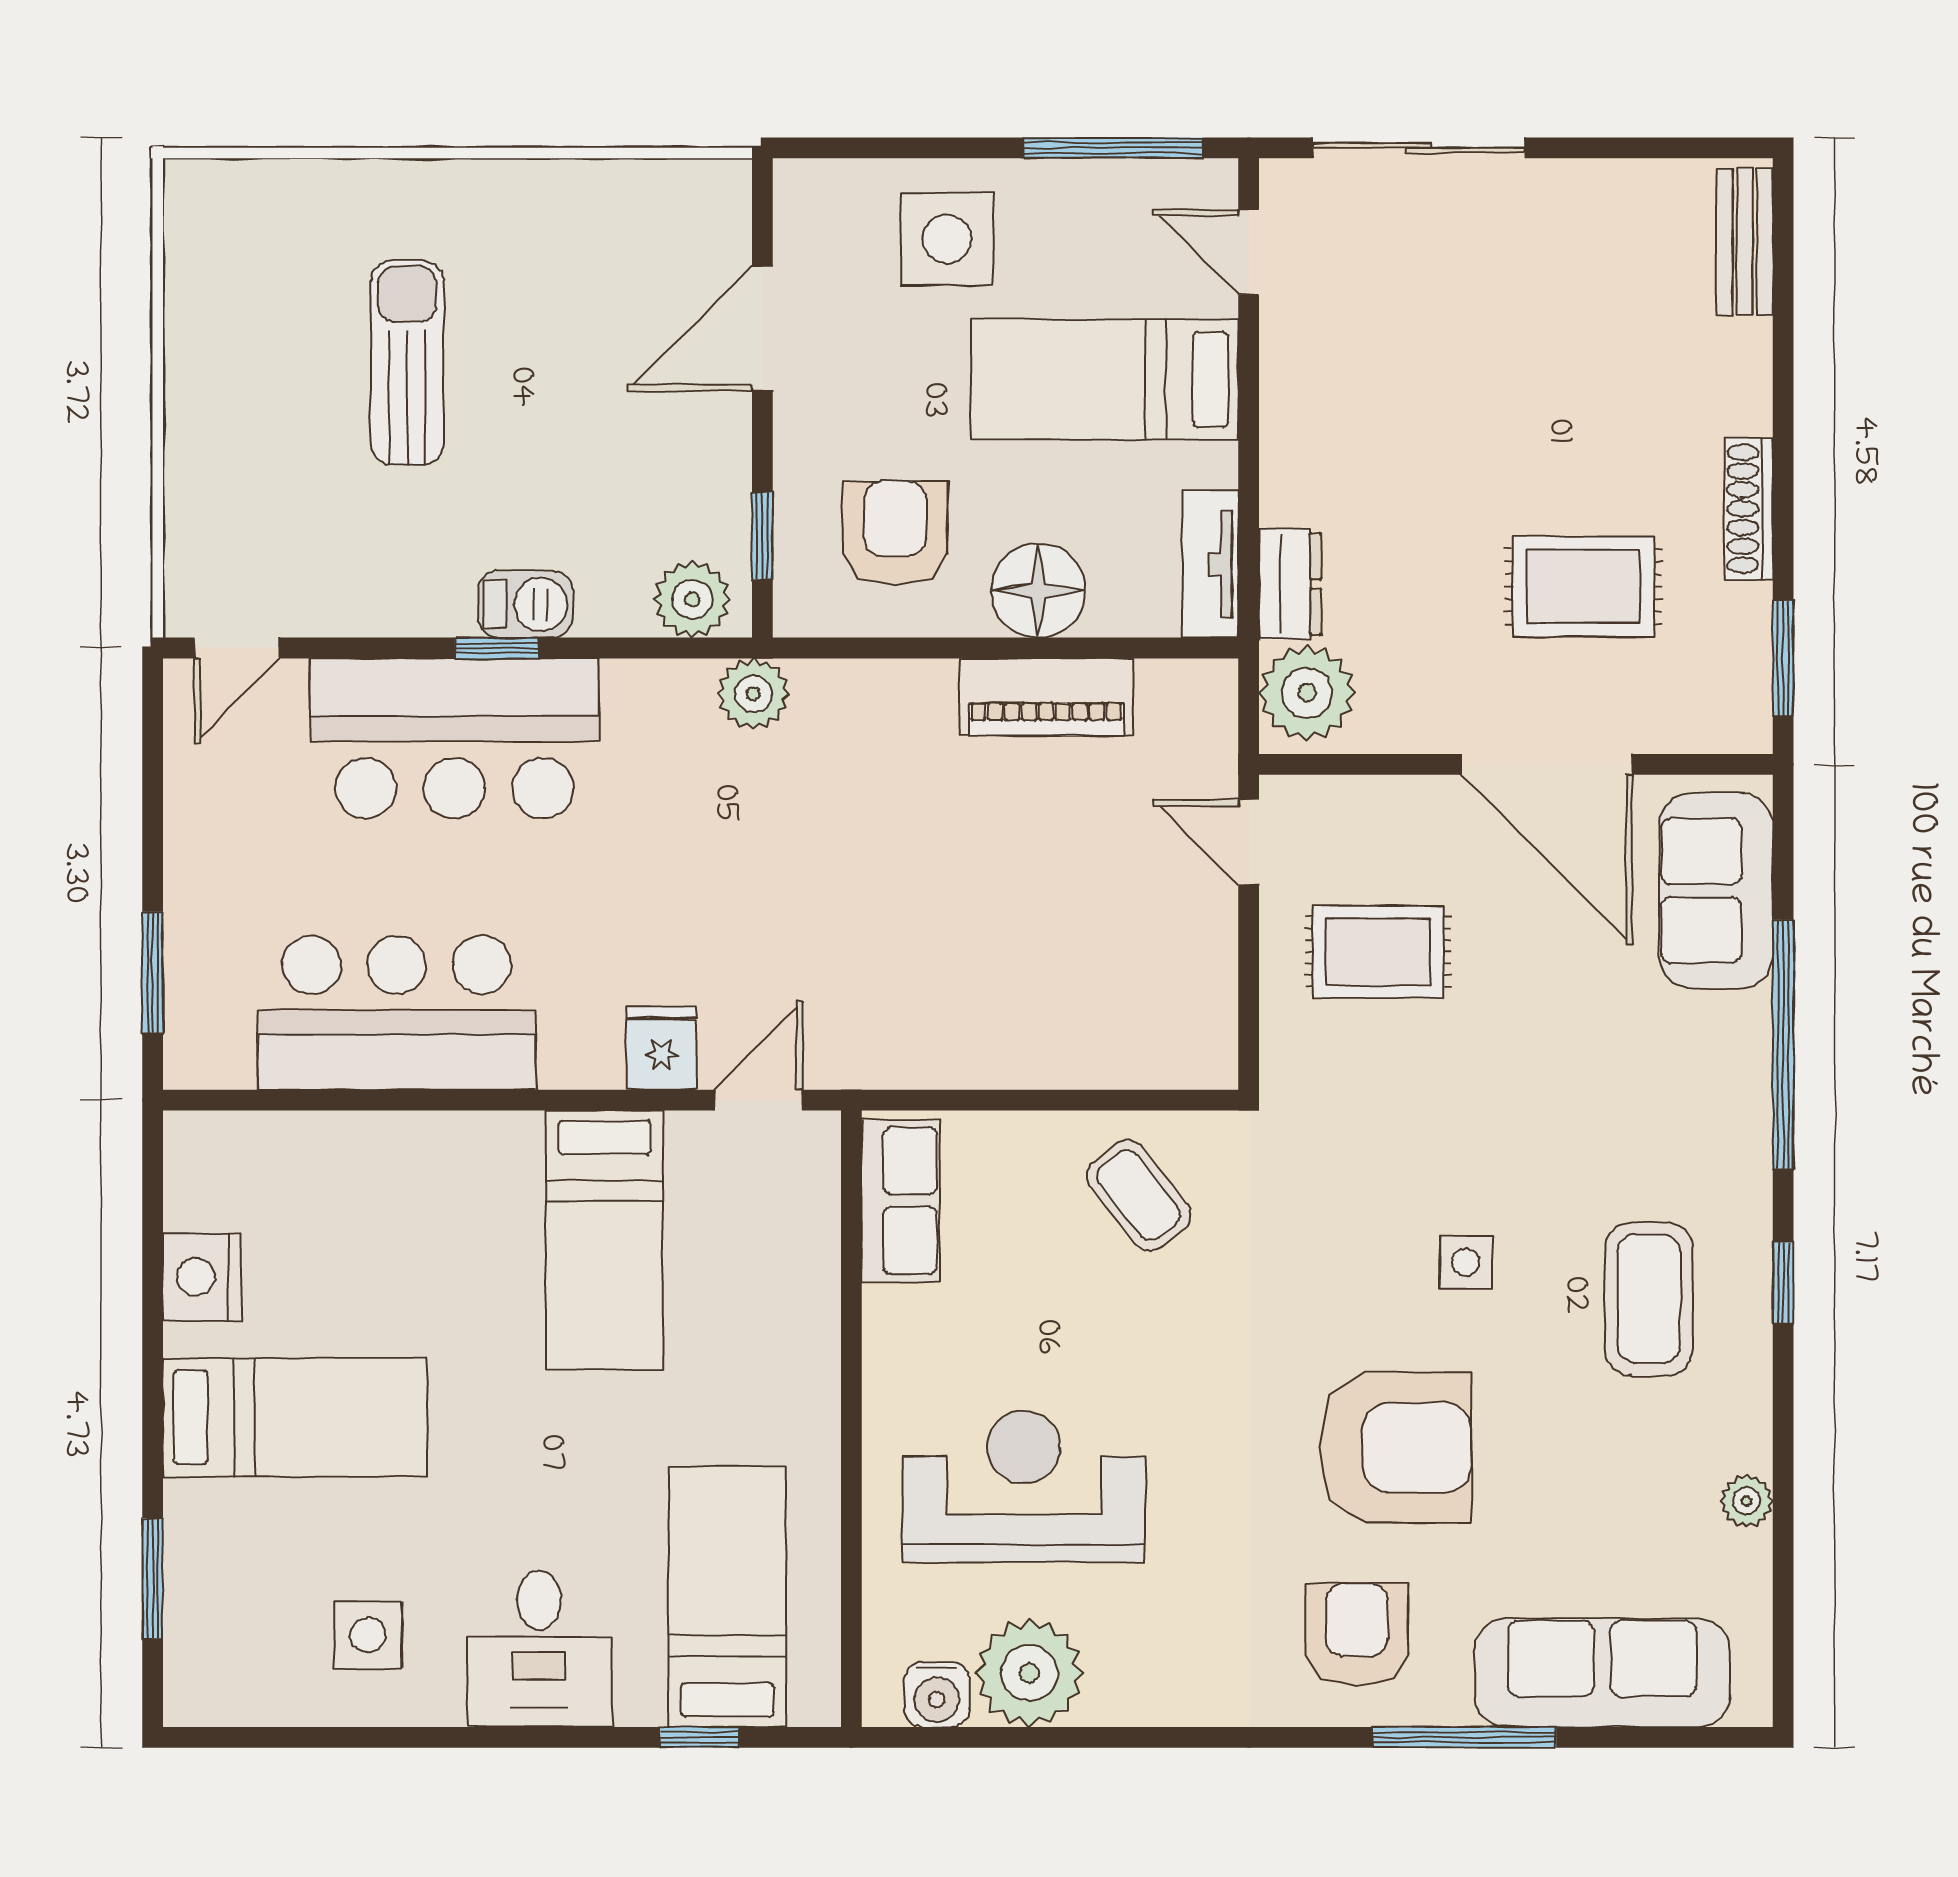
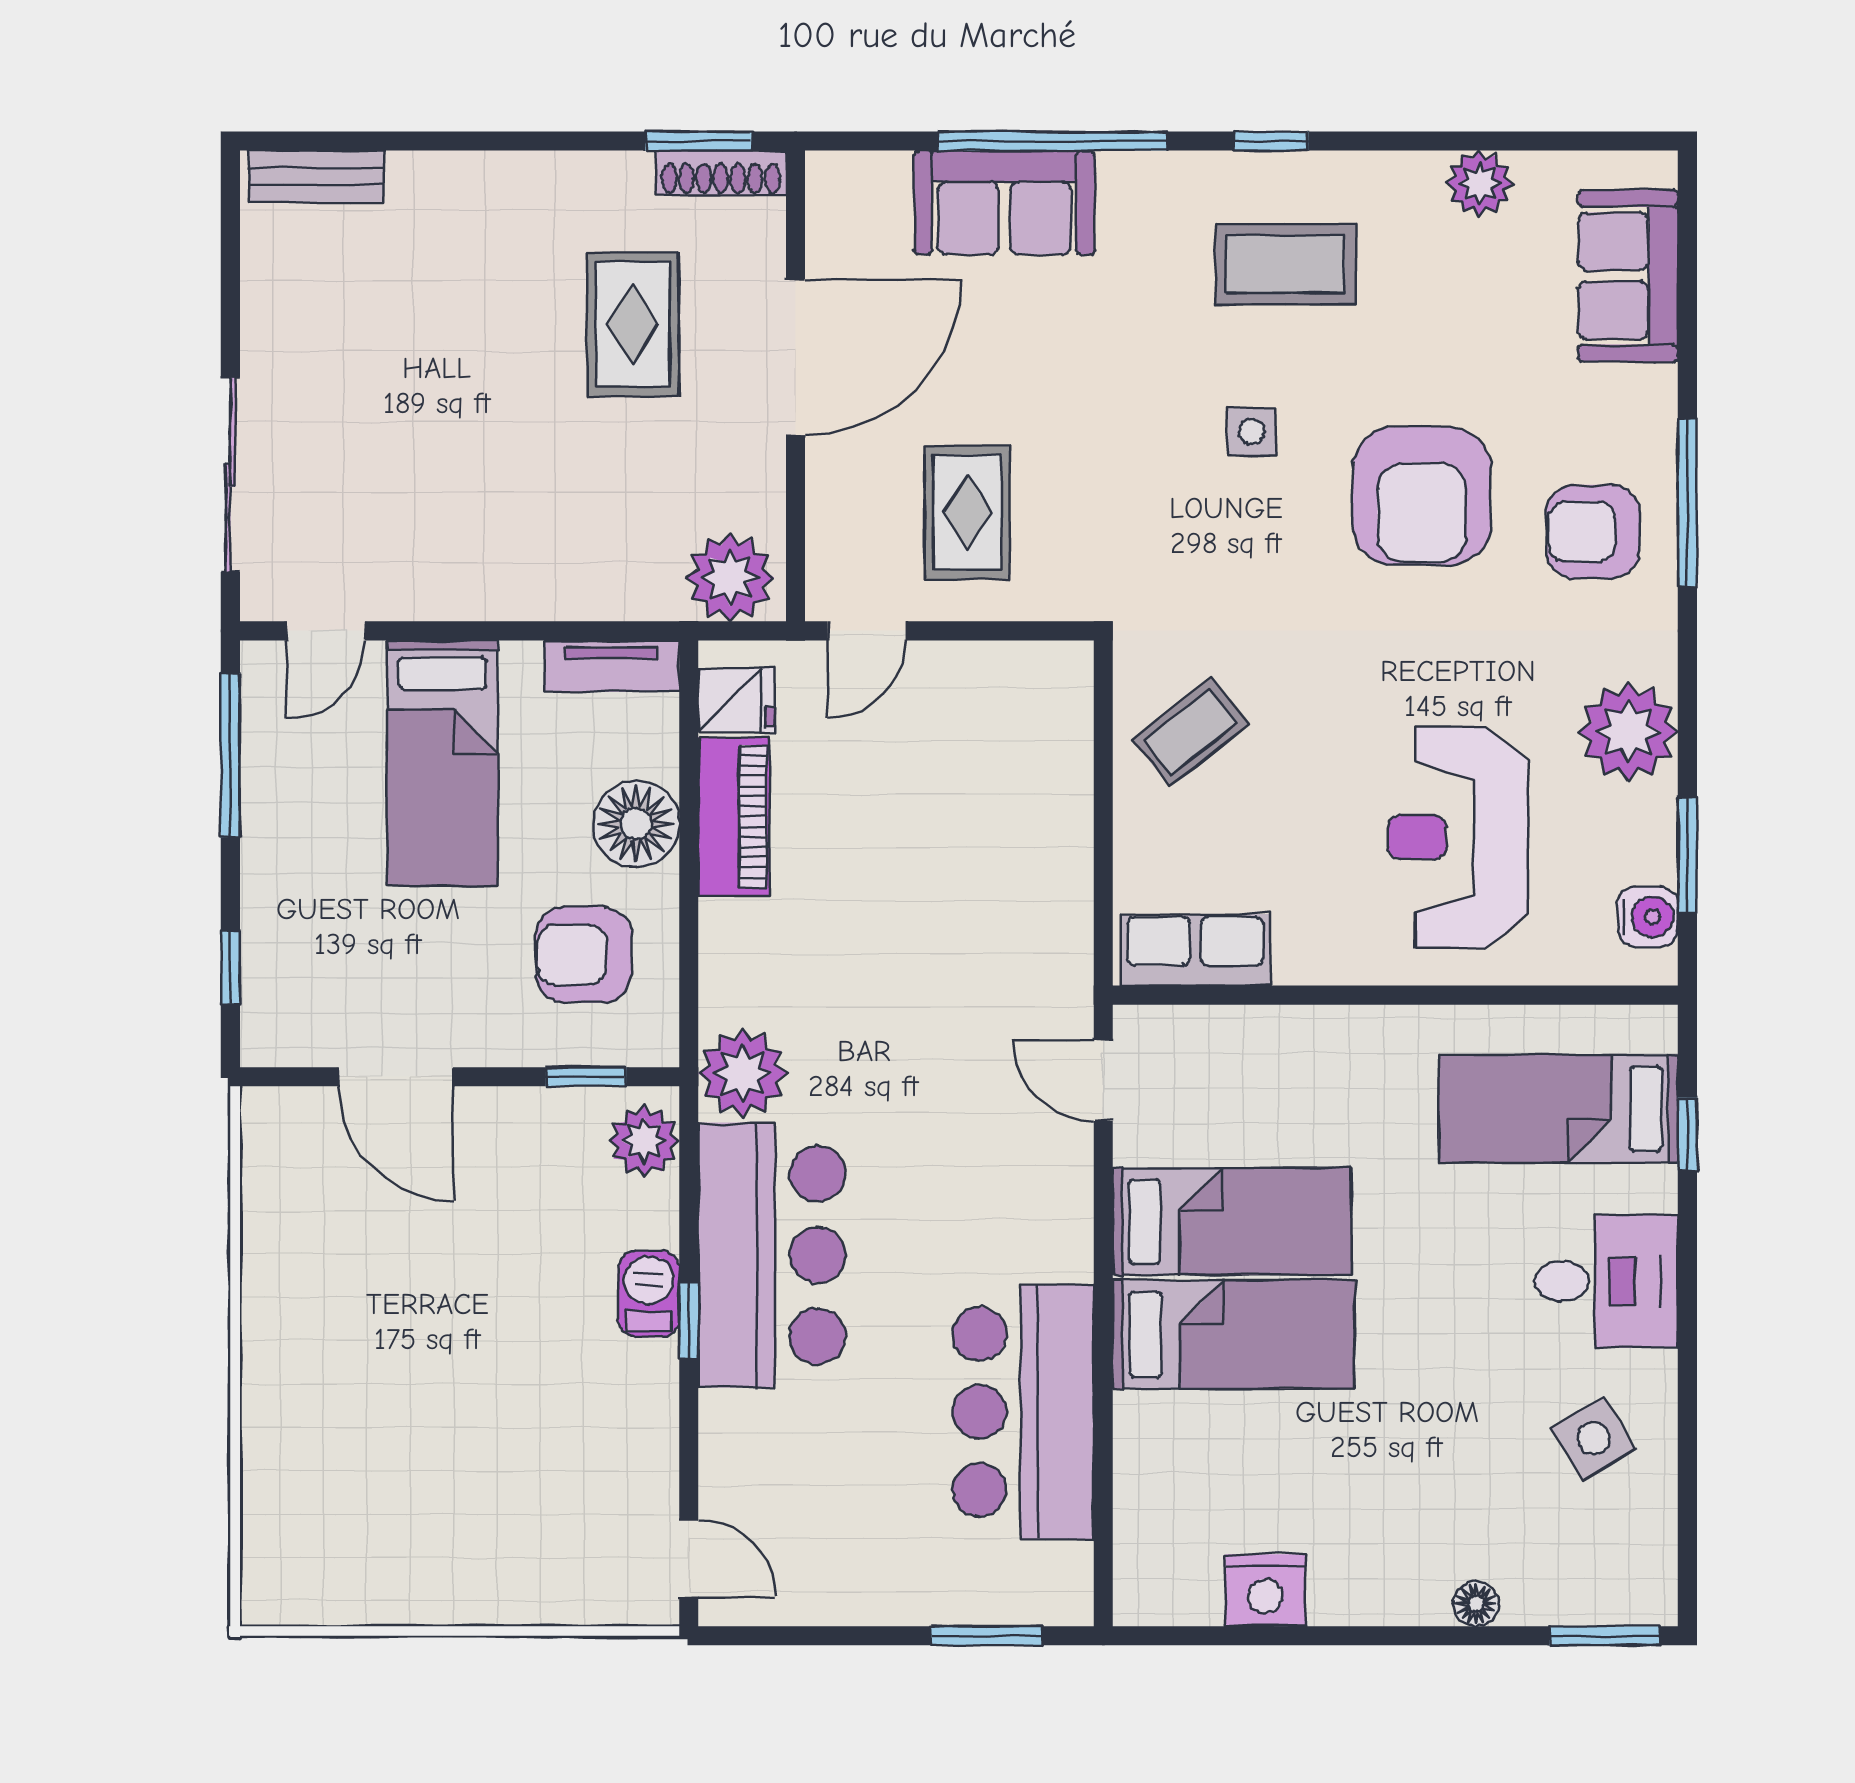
window: (882, 148) -> (230, 967), added
side table: (947, 239) -> (314, 908), removed
sun lounger: (407, 363) -> (427, 1402), removed
shoe rack: (1749, 509) -> (721, 173), moved
dresser: (1290, 584) -> (630, 593), removed
plant: (753, 694) -> (743, 1073), width x1.36, depth x1.36
bar counter: (454, 739) -> (772, 1255), moved
sofa: (1716, 891) -> (1004, 203), moved
fridge: (661, 1048) -> (737, 700), moved, turned 180
bed: (295, 1417) -> (1234, 1334), moved, turned 90
armchair: (1396, 1448) -> (1422, 496), turned 180
plant: (1747, 1501) -> (1480, 183), width x1.38, depth x1.38
floor lamp: (187, 1507) -> (1476, 1604), added
window: (153, 1579) -> (1605, 1636), moved
side table: (368, 1635) -> (1593, 1438), turned -31
plant: (1029, 1673) -> (1628, 732), moved
sofa: (1602, 1673) -> (1628, 276), width x0.73
window: (1004, 1737) -> (1687, 856), added
window: (1464, 1737) -> (1687, 502), moved

